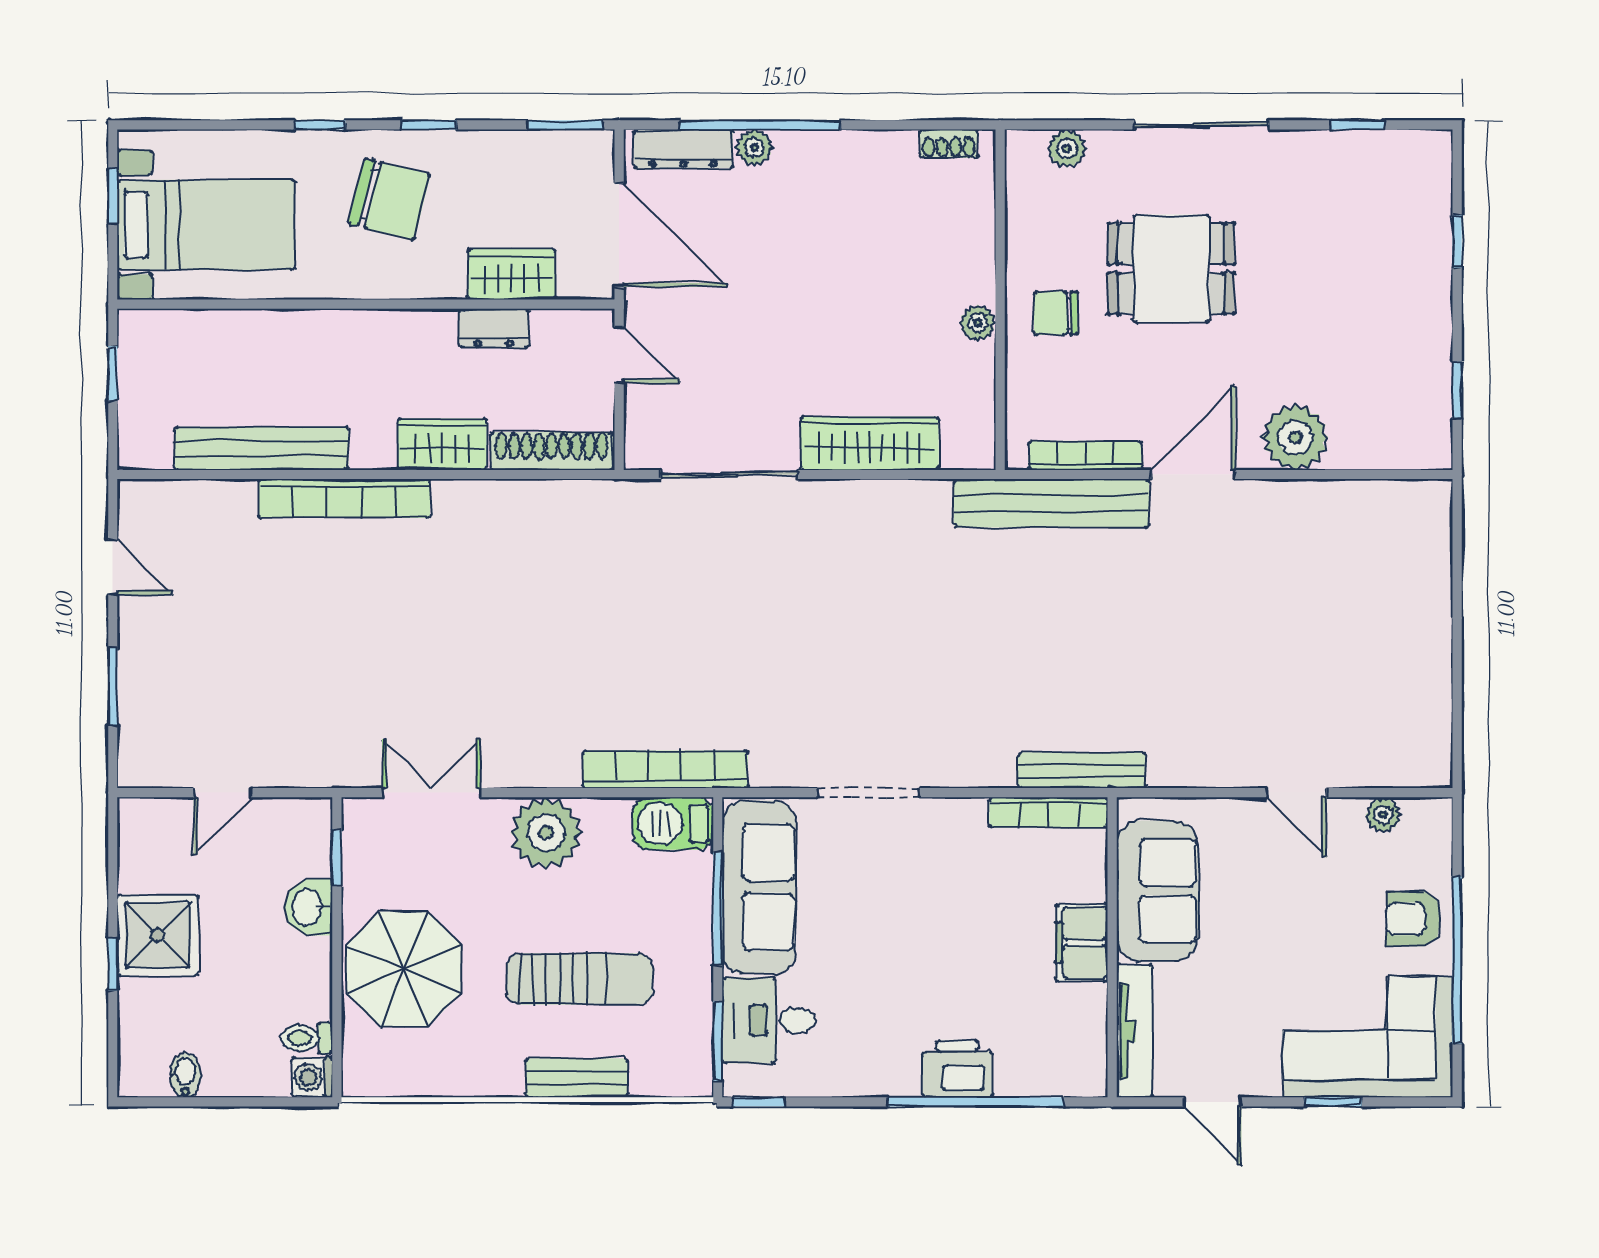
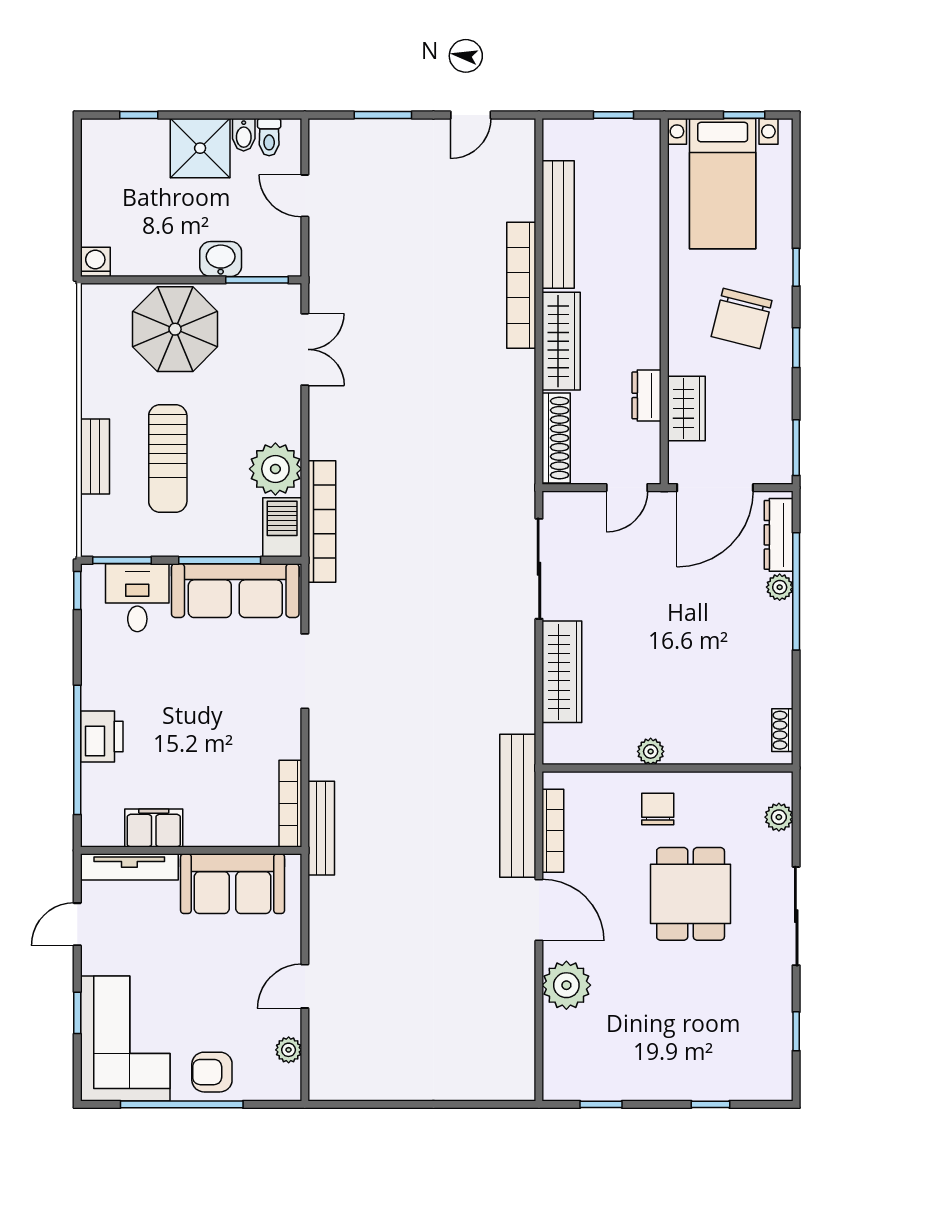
wardrobe: (442, 444) -> (561, 341), width x1.50
plant: (546, 833) -> (275, 469), moved
window: (337, 858) -> (257, 280), width x1.50
armchair: (1413, 919) -> (212, 1072), turned -90
filing cabinet: (1082, 943) -> (154, 828), moved
window: (113, 964) -> (139, 115), moved
toilet: (307, 1038) -> (269, 137), moved, turned 180
bidet: (186, 1075) -> (244, 135), moved, turned 90

